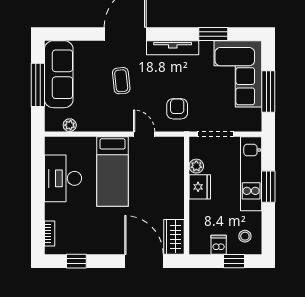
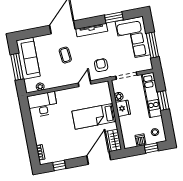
door: (144, 134) -> (85, 84), hinge flipped
bed: (112, 171) -> (94, 116), moved, turned 90
desk: (63, 178) -> (43, 104), moved, turned 90
door: (144, 261) -> (99, 158), hinge flipped

